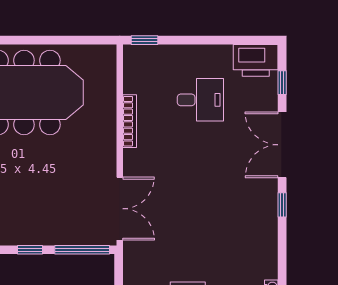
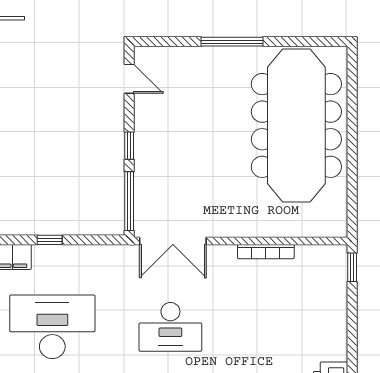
desk: (200, 100) -> (170, 327), moved, width x1.37

